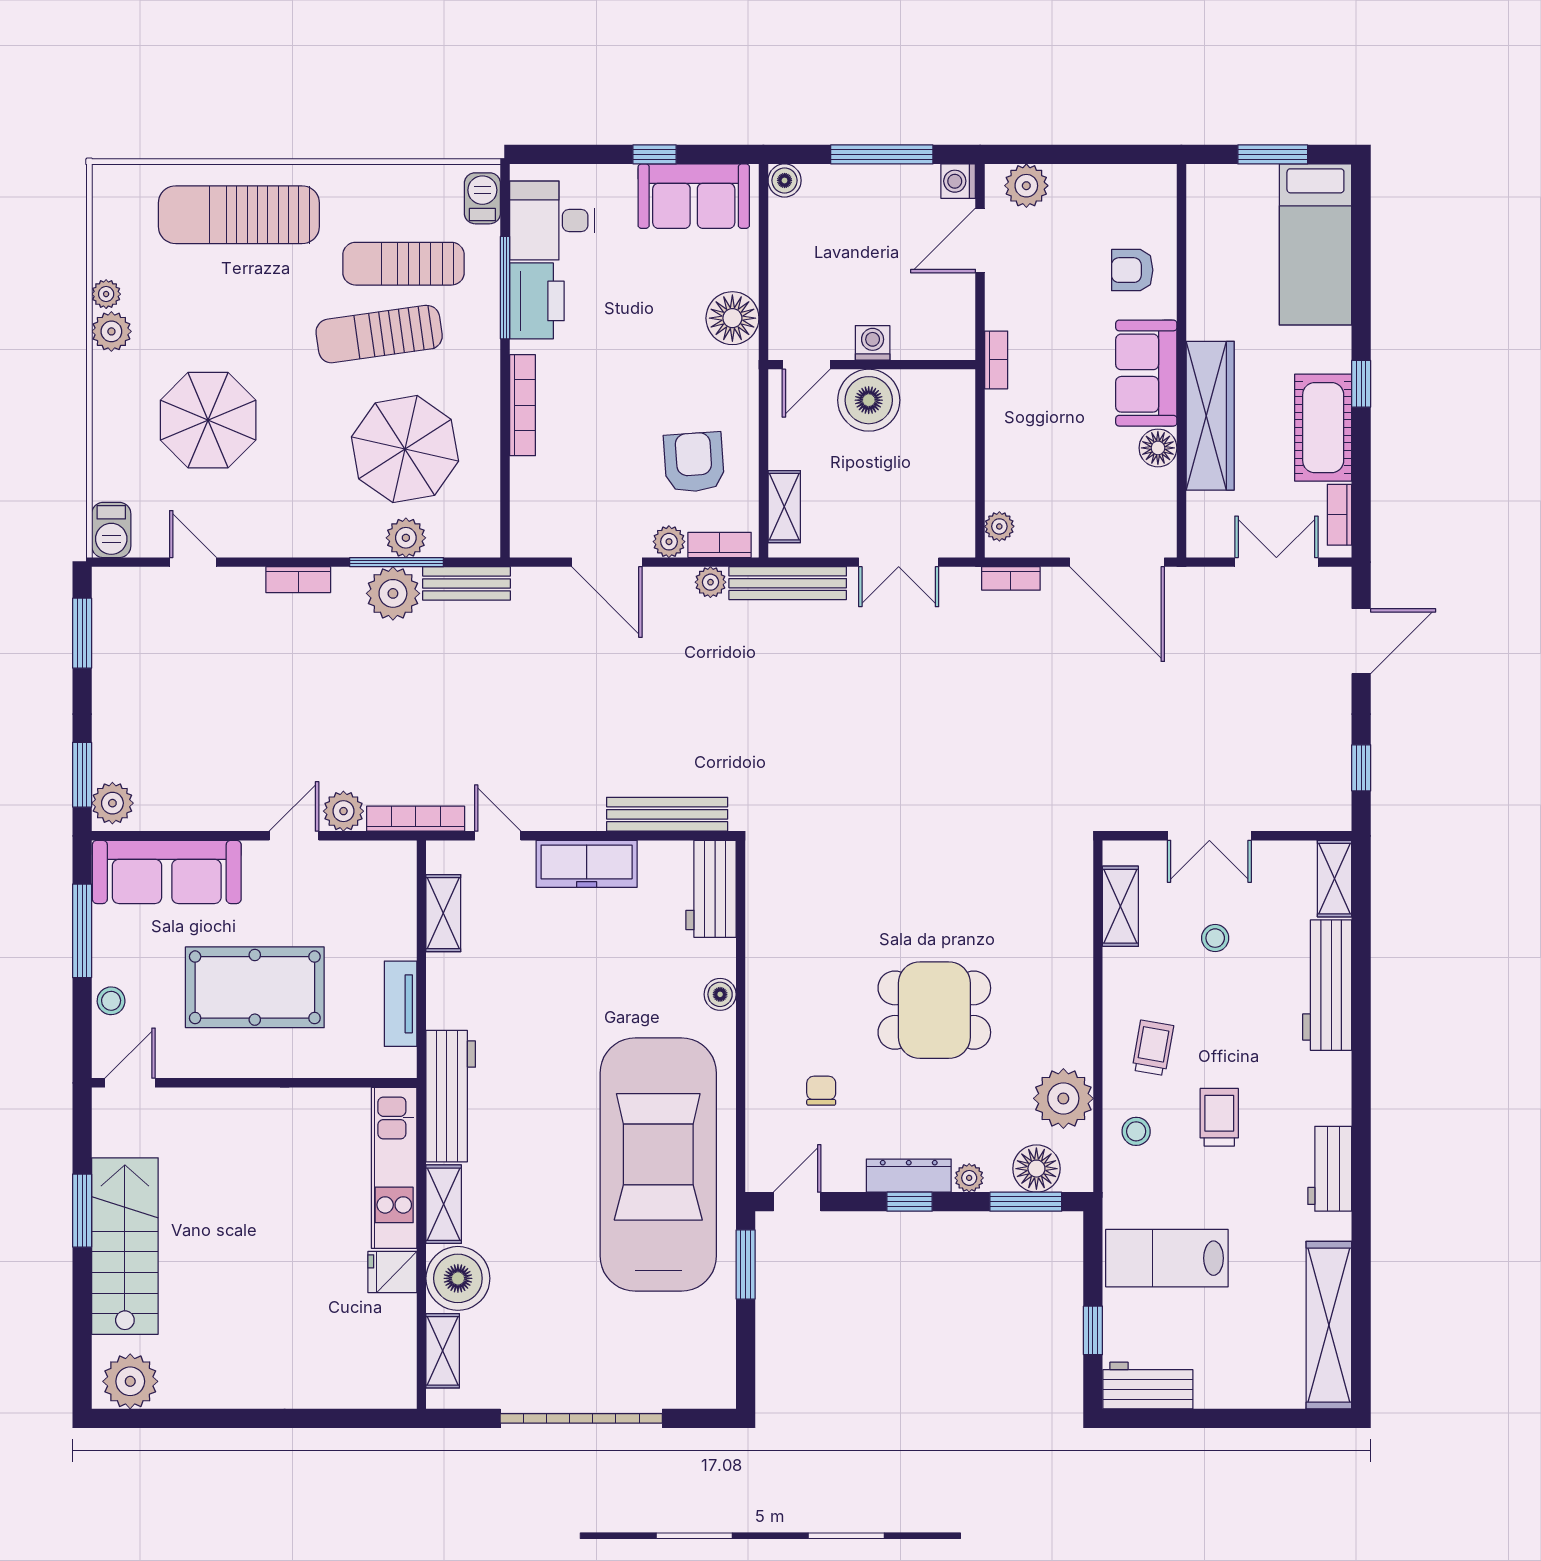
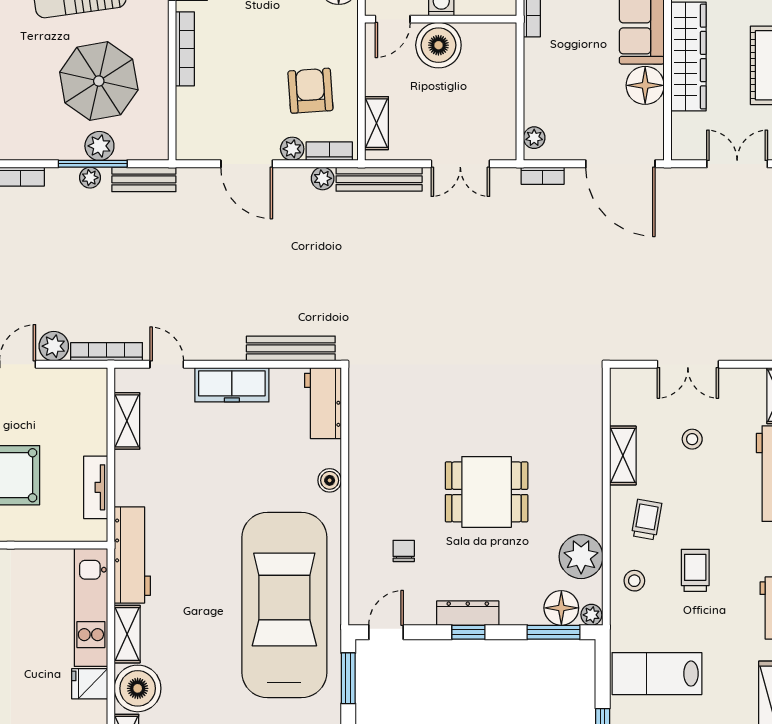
floor lamp: (1158, 448) -> (645, 85), width x1.38, depth x1.38
plant: (393, 593) -> (90, 178), width x0.53, depth x0.53
shelving: (1120, 906) -> (623, 455), moved
plant: (969, 1178) -> (591, 615), moved

